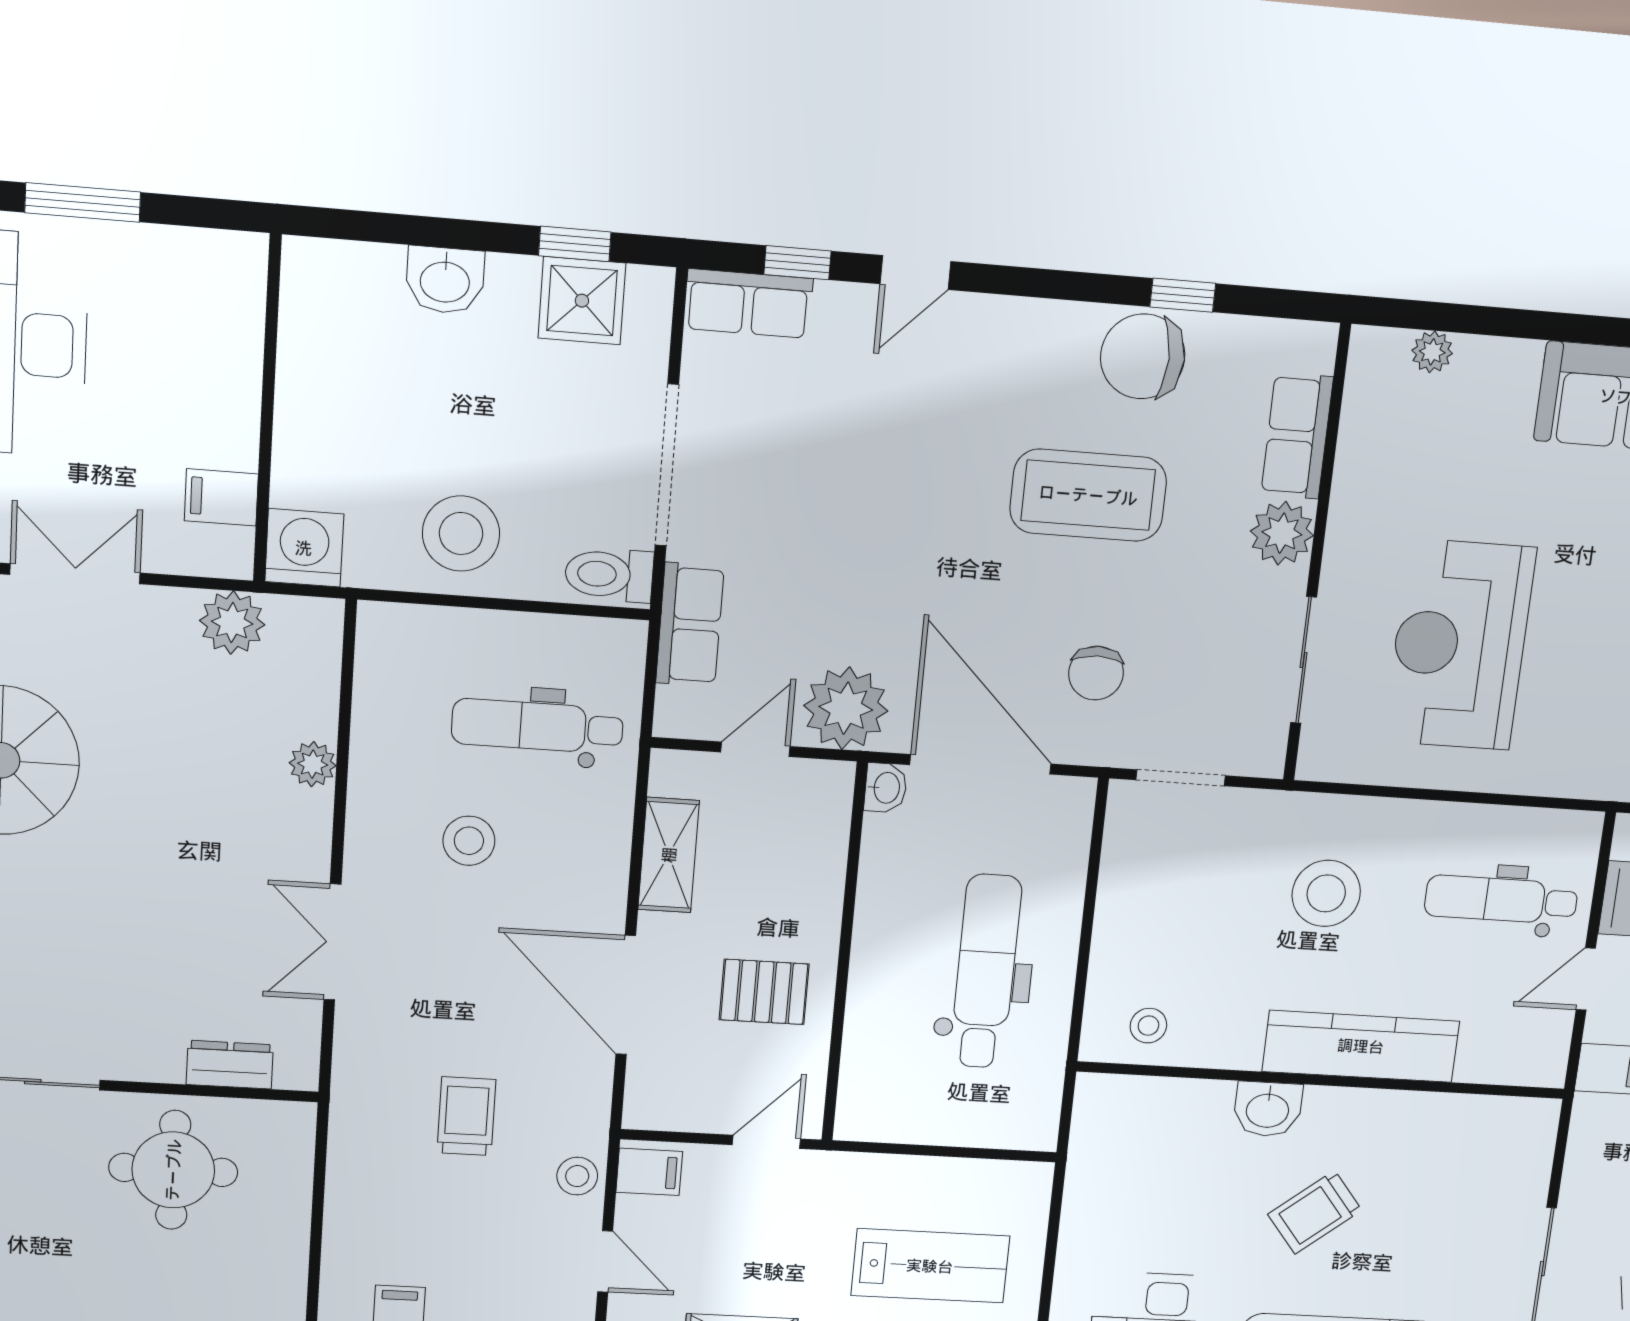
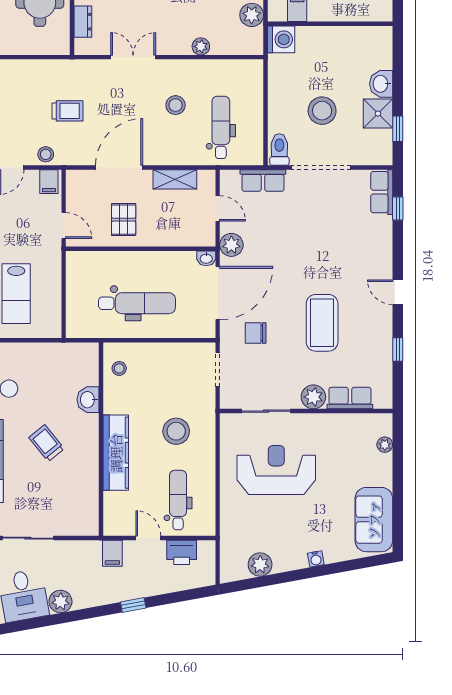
door: (915, 273) -> (398, 292), moved
shower: (582, 301) -> (378, 114), moved
chair: (1143, 356) -> (374, 337), removed
stool: (461, 533) -> (322, 111), moved
plant: (846, 708) -> (231, 245), width x0.73, depth x0.73
washbasin: (1268, 1109) -> (88, 400), moved

